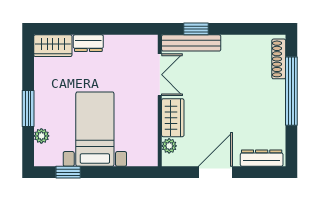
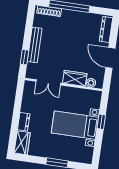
bench: (191, 43) -> (35, 45), moved
double door: (160, 75) -> (48, 82), swing flipped
plant: (41, 136) -> (74, 157), removed
window: (68, 172) -> (101, 122), moved

